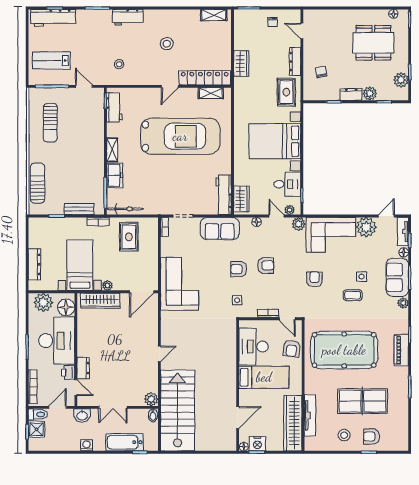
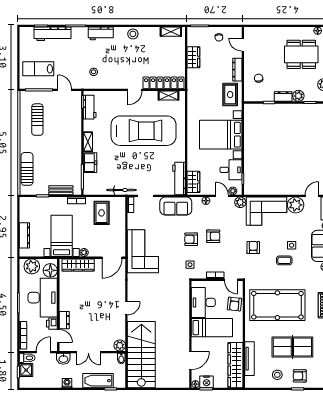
workbench: (53, 18) -> (53, 34), moved
stool: (167, 44) -> (133, 34), moved
wardrobe: (241, 63) -> (193, 57), moved
bicycle: (125, 209) -> (121, 190), moved

